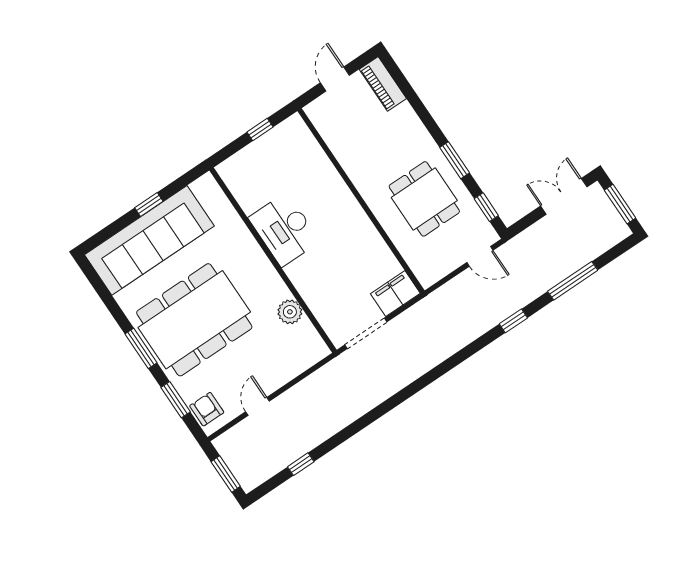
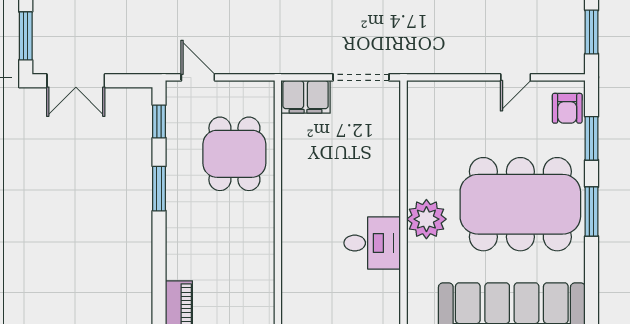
dining table: (424, 199) -> (234, 154), moved
desk: (284, 230) -> (372, 243), width x0.73
plant: (290, 312) -> (426, 219), moved, width x1.36, depth x1.36

